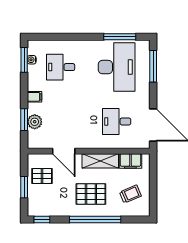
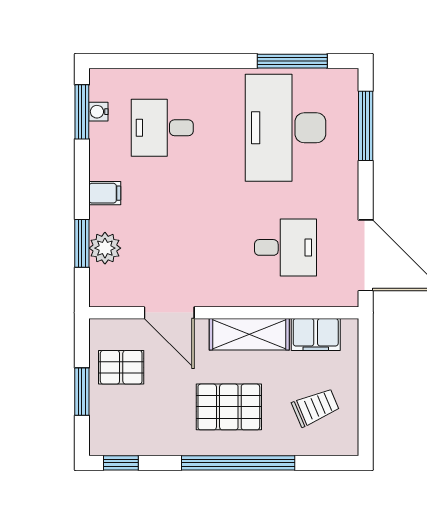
desk: (117, 67) -> (285, 128), turned 180
desk: (117, 121) -> (285, 247), turned 180

